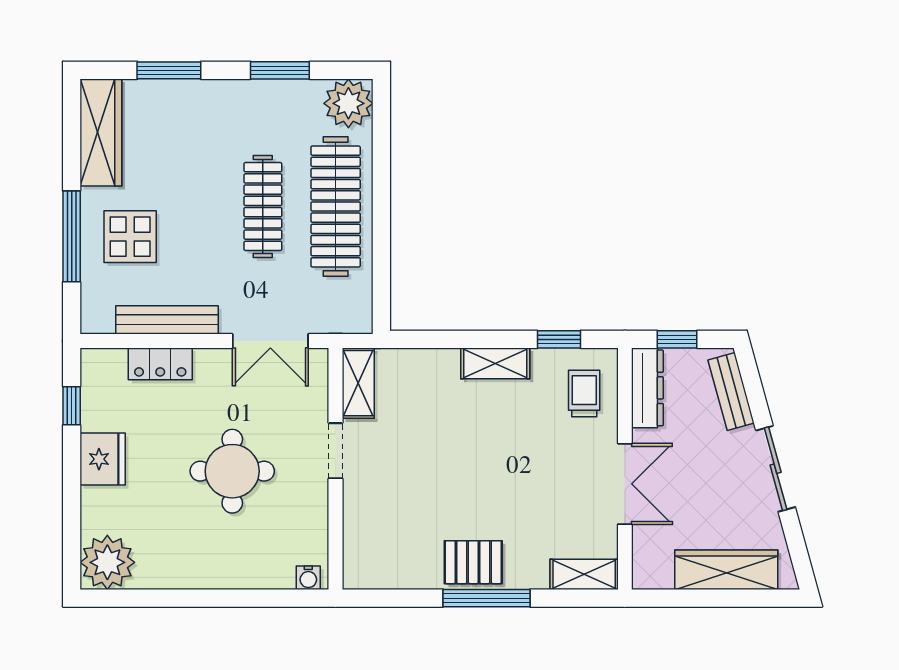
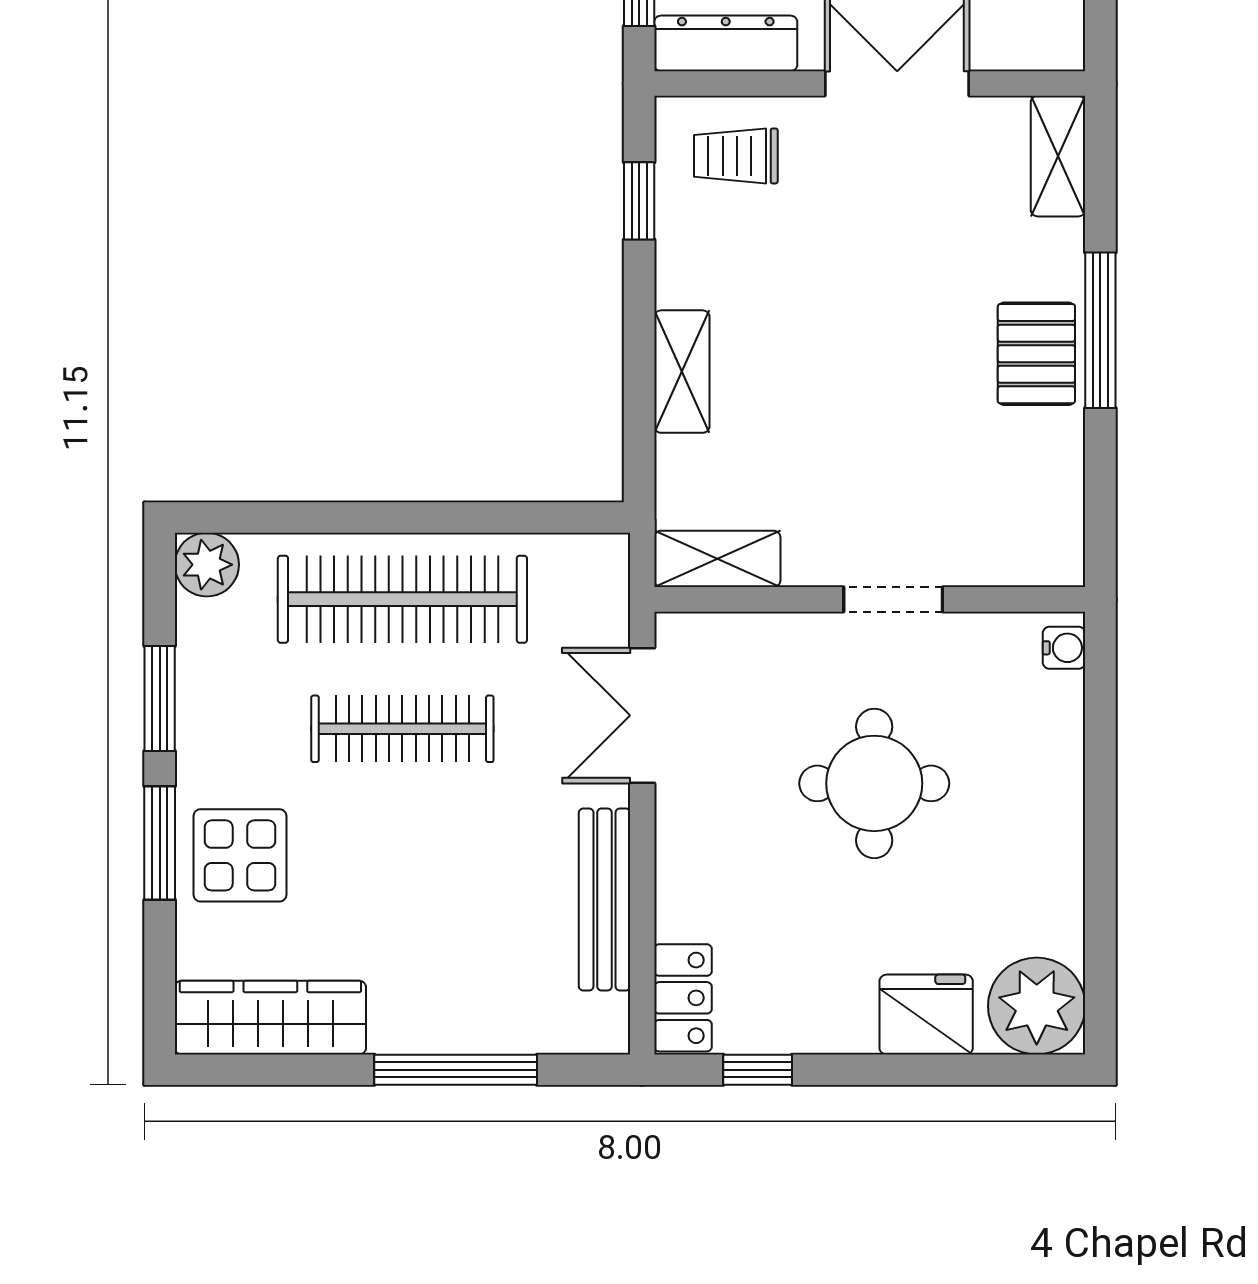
window: (169, 70) -> (160, 843), moved
plant: (348, 103) -> (207, 565), width x0.73, depth x0.73
display table: (130, 237) -> (240, 855), moved
double door: (270, 341) -> (642, 715), swing flipped
shelving: (495, 363) -> (682, 372), moved
locker: (160, 364) -> (683, 998), moved
doorway: (335, 451) -> (893, 599), moved
fridge: (103, 459) -> (926, 1015), moved

